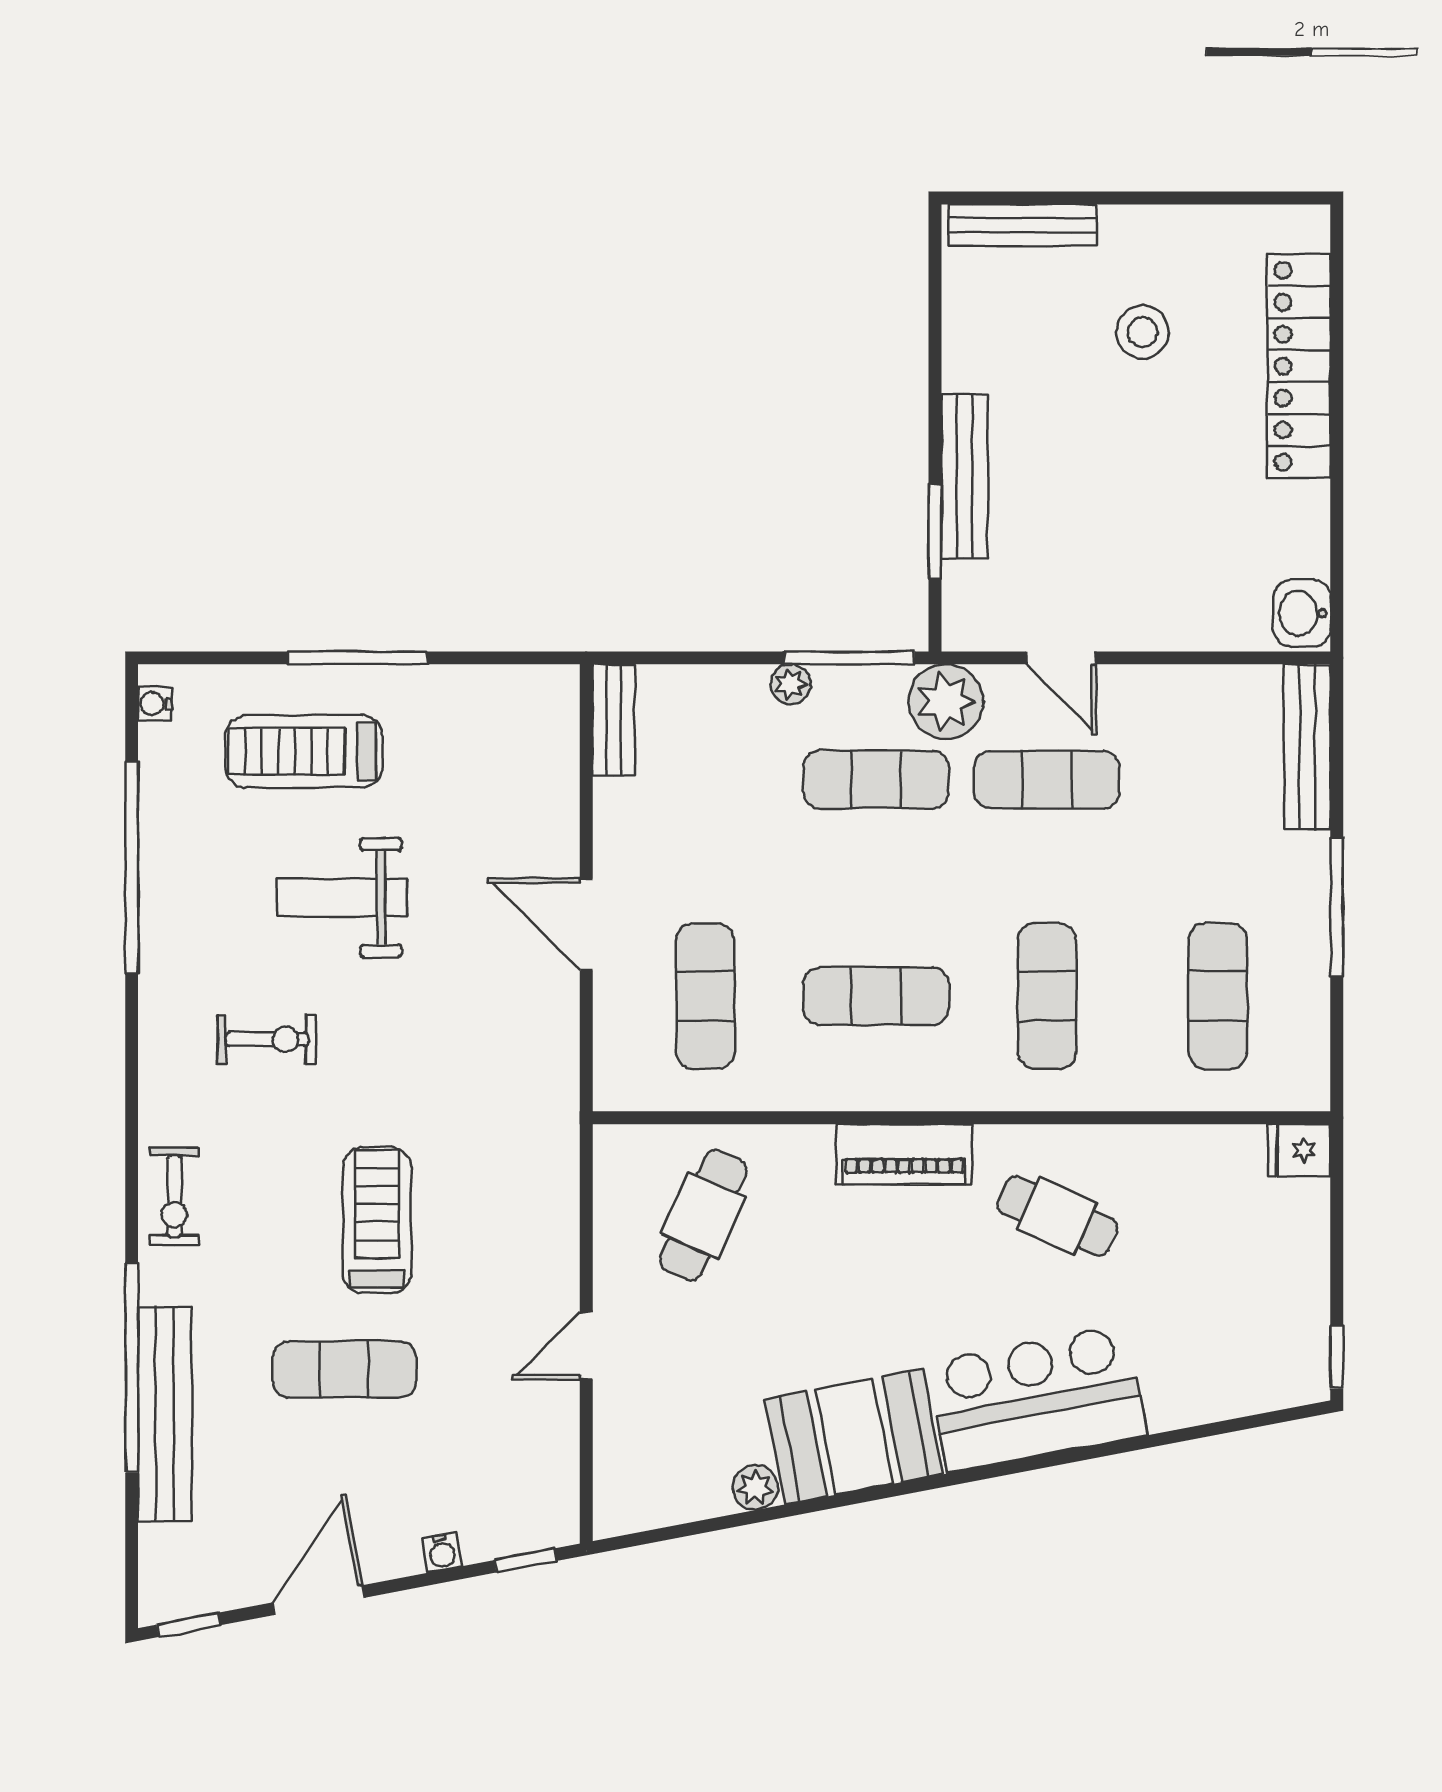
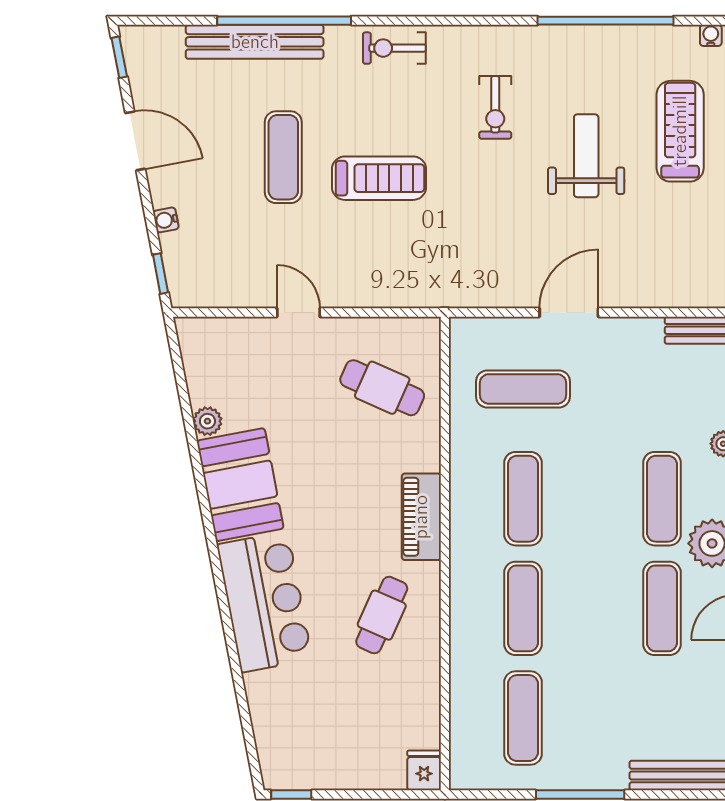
exercise mat: (1047, 996) -> (523, 608), turned 90
exercise mat: (1218, 996) -> (523, 718), turned 90

